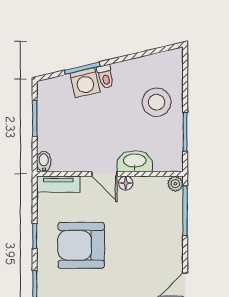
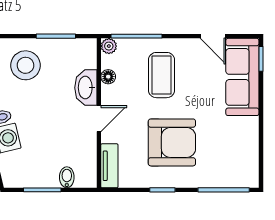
bidet: (44, 162) -> (67, 177), moved, turned 90
floor lamp: (126, 183) -> (108, 77), moved
coffee table: (147, 235) -> (162, 75), added
armchair: (81, 245) -> (172, 142), turned -90

